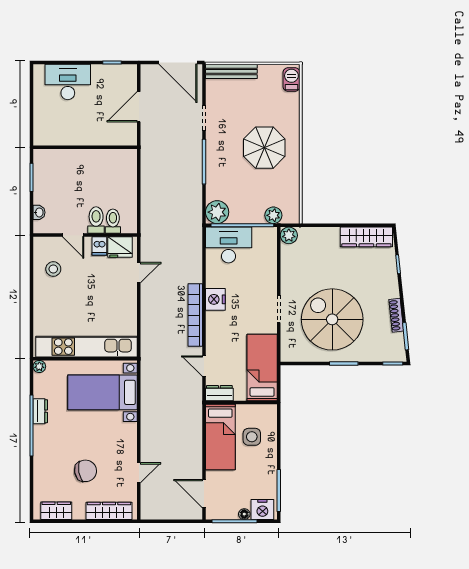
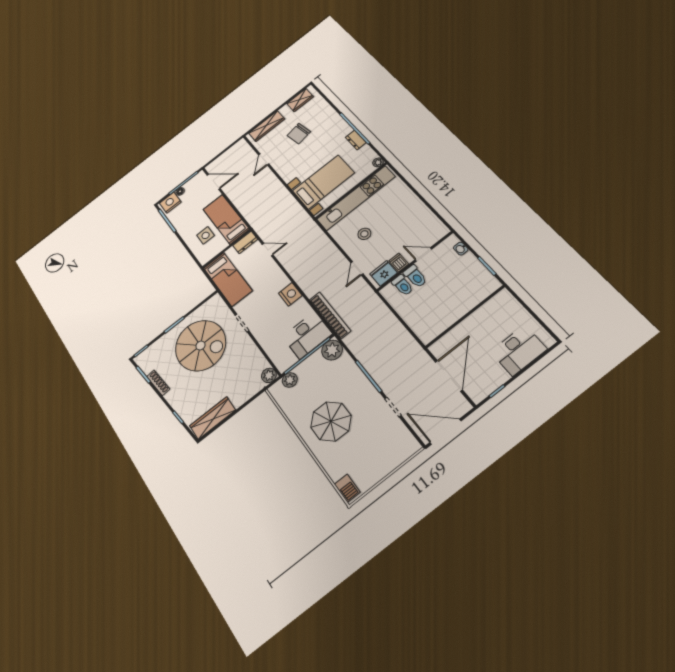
bench: (231, 71) -> (399, 458), removed
door: (139, 107) -> (449, 376), width x1.36
stool: (53, 269) -> (364, 234), moved
bookcase: (195, 315) -> (330, 315), moved

